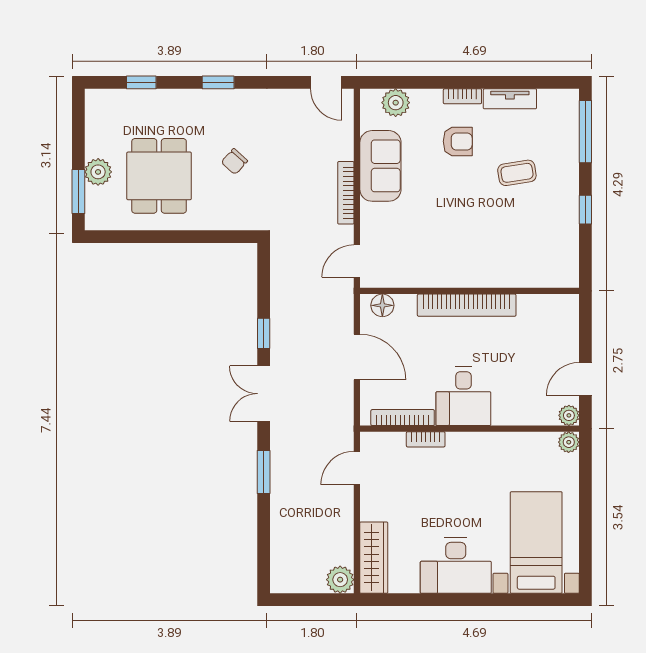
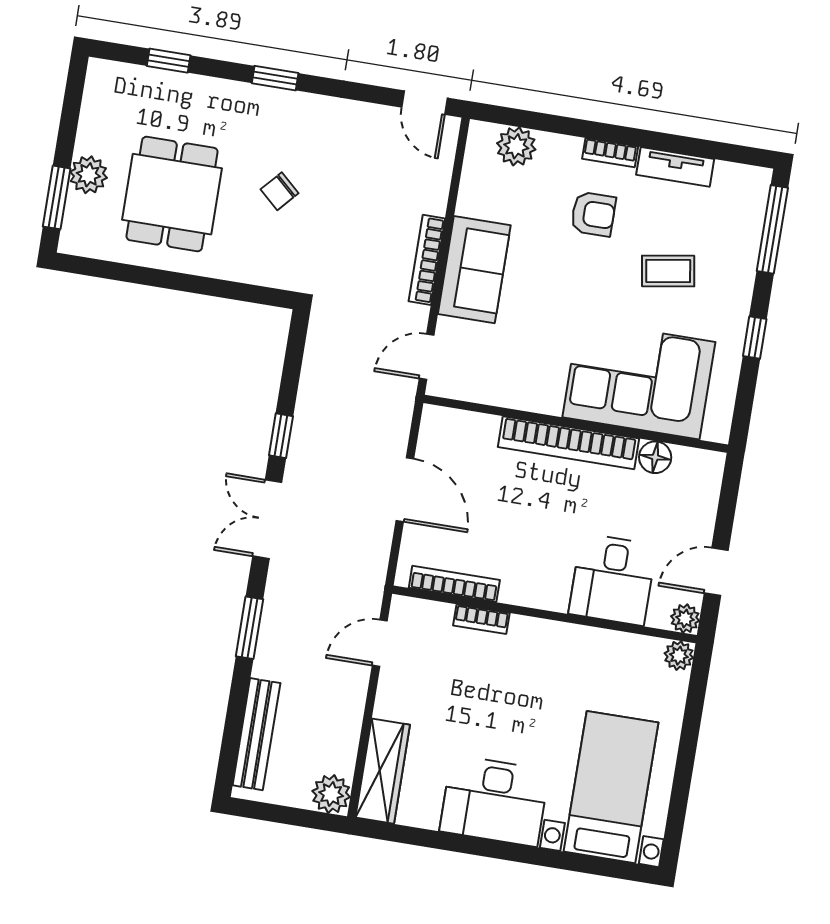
sofa: (380, 166) -> (474, 270), moved
corner sofa: (509, 253) -> (639, 380), added
floor lamp: (382, 305) -> (655, 457), moved
desk: (463, 396) -> (612, 579), moved
bench: (281, 546) -> (256, 734), added

